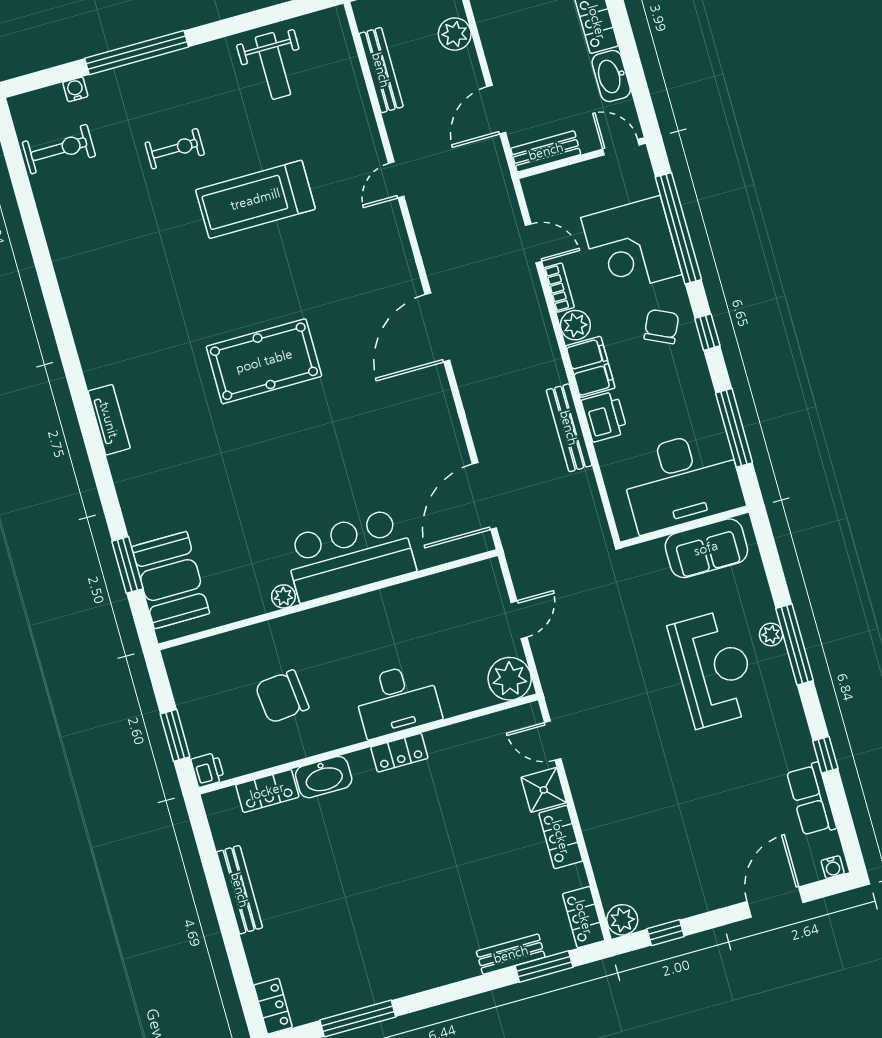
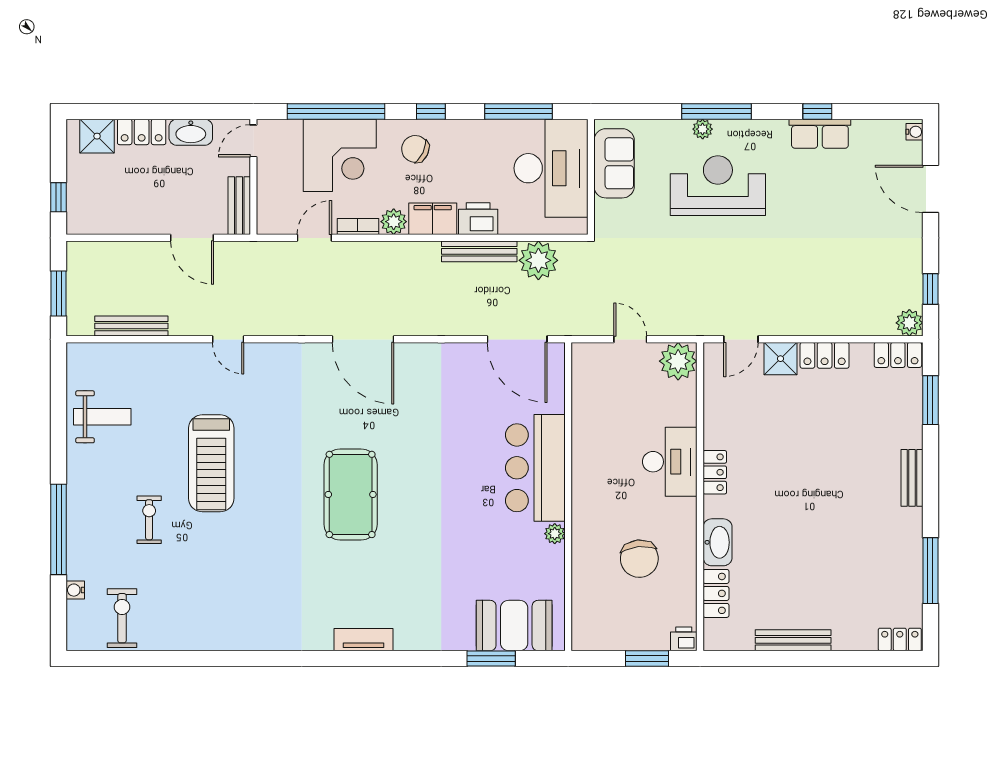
plant: (455, 34) -> (538, 260), moved, width x1.36, depth x1.36
row of seats: (811, 799) -> (820, 134), moved
bench: (511, 954) -> (912, 478), moved

